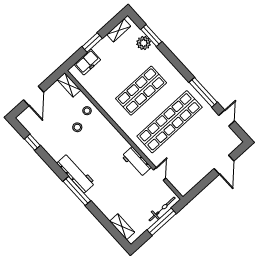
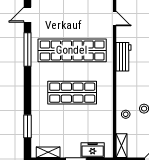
plant: (144, 43) -> (38, 126), removed
workbench: (137, 162) -> (124, 57), moved
door: (160, 174) -> (115, 19), swing flipped

